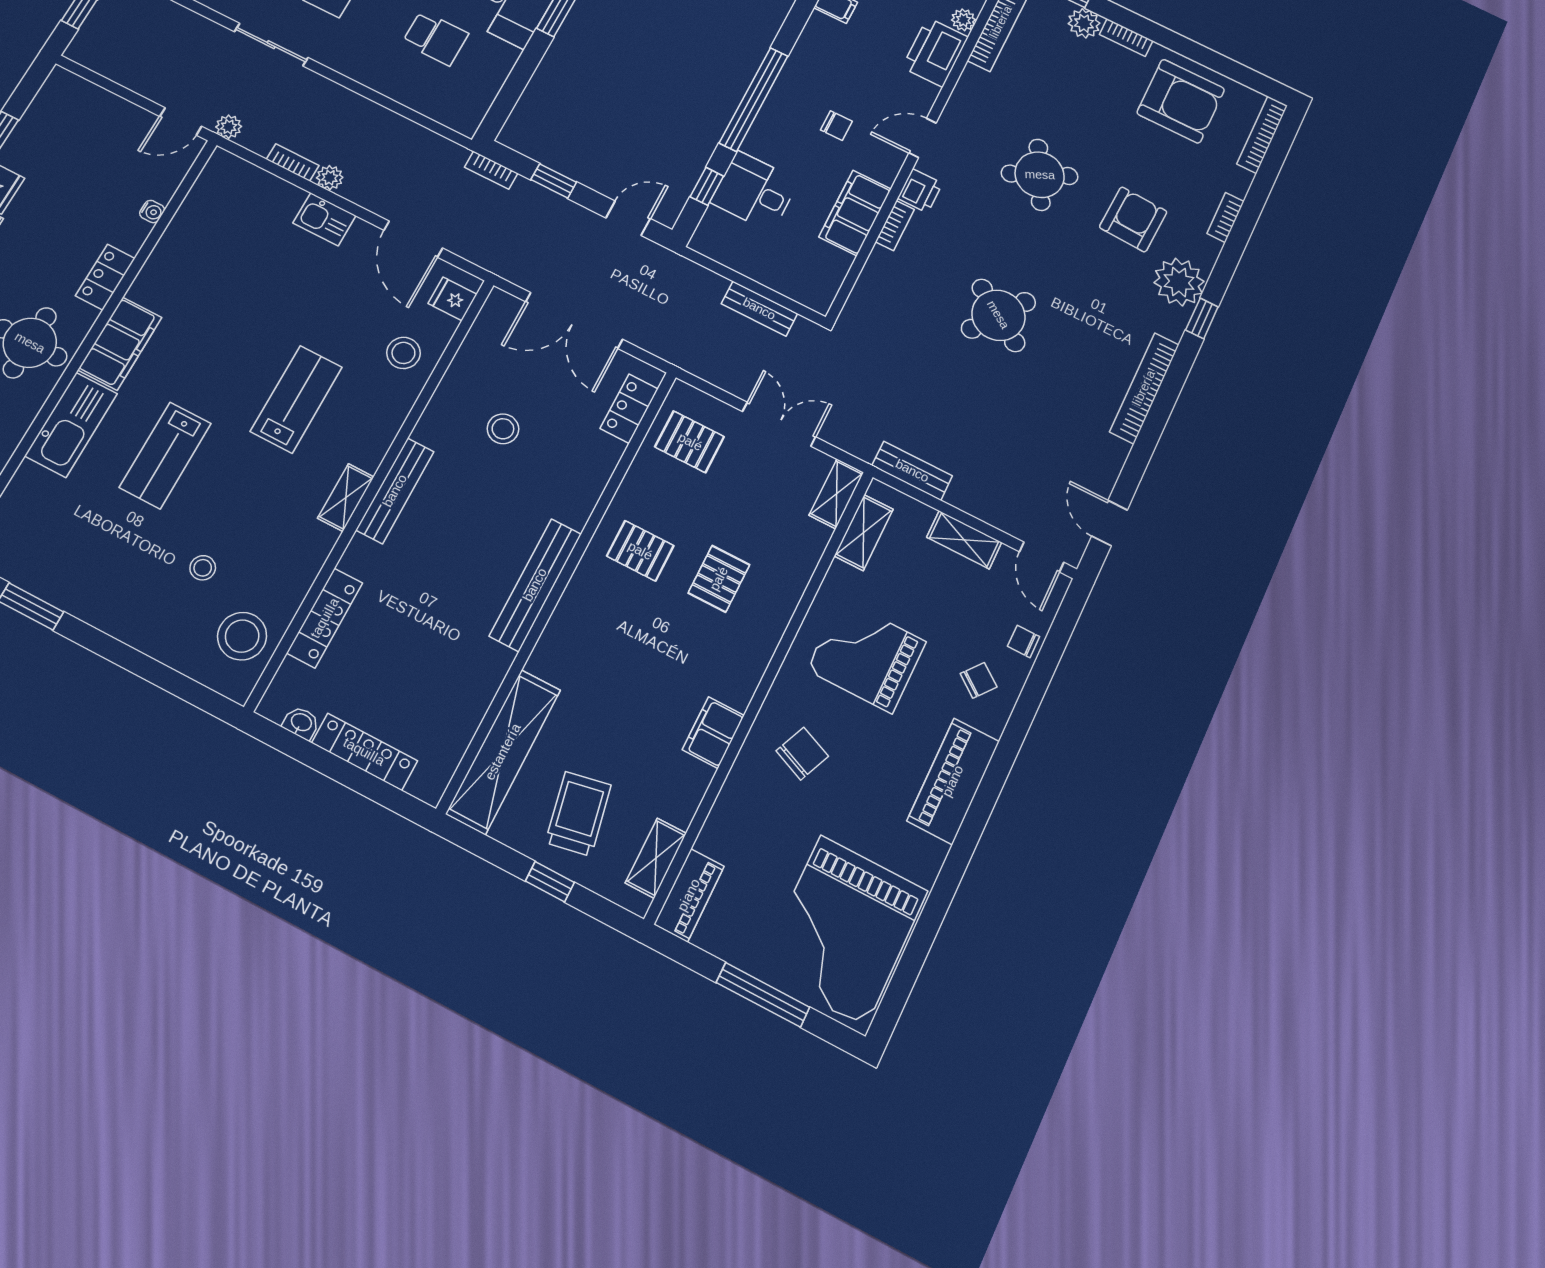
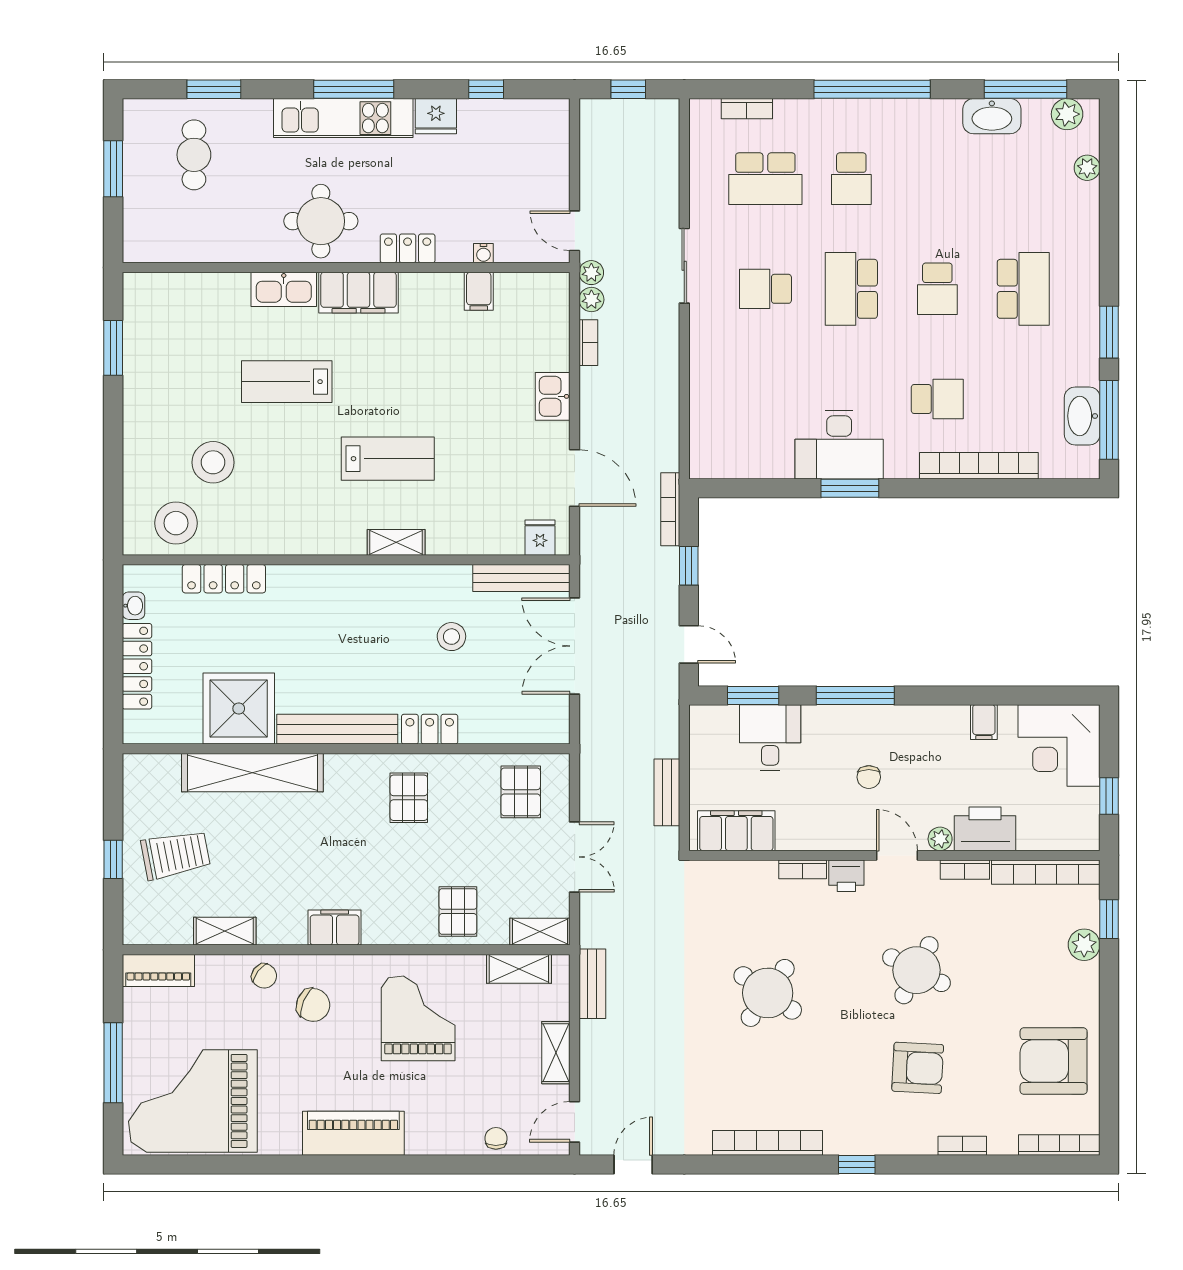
plant: (963, 20) -> (940, 839), moved
school desk: (435, 38) -> (765, 399), removed
bookcase: (1126, 38) -> (965, 870), moved, turned -90
window: (754, 99) -> (855, 695), width x0.68
armchair: (1181, 101) -> (1054, 1061), turned 90
bookcase: (491, 170) -> (670, 509), width x1.56
round table: (1040, 175) -> (916, 970), turned -37
plant: (330, 178) -> (591, 300), moved
window: (707, 186) -> (753, 695), width x1.50
filing cabinet: (855, 213) -> (736, 831), moved
filing cabinet: (185, 234) -> (479, 291), added
door: (413, 239) -> (575, 478), swing flipped
plant: (1179, 282) -> (880, 1131), removed
stool: (403, 353) -> (472, 523), removed
locker: (629, 409) -> (430, 729), moved
kitchen sink: (71, 425) -> (284, 289), width x0.73, depth x0.81
bench: (395, 491) -> (521, 578), moved
shelving: (346, 498) -> (396, 542), moved
stool: (203, 568) -> (213, 462), width x1.89, depth x1.89
pallet: (719, 579) -> (458, 911), moved, turned 90
shower: (463, 671) -> (239, 708), added
chair: (979, 680) -> (264, 976), moved
filing cabinet: (713, 733) -> (335, 928), moved
shelving: (503, 752) -> (252, 773), moved
shelving: (656, 858) -> (225, 931), moved

